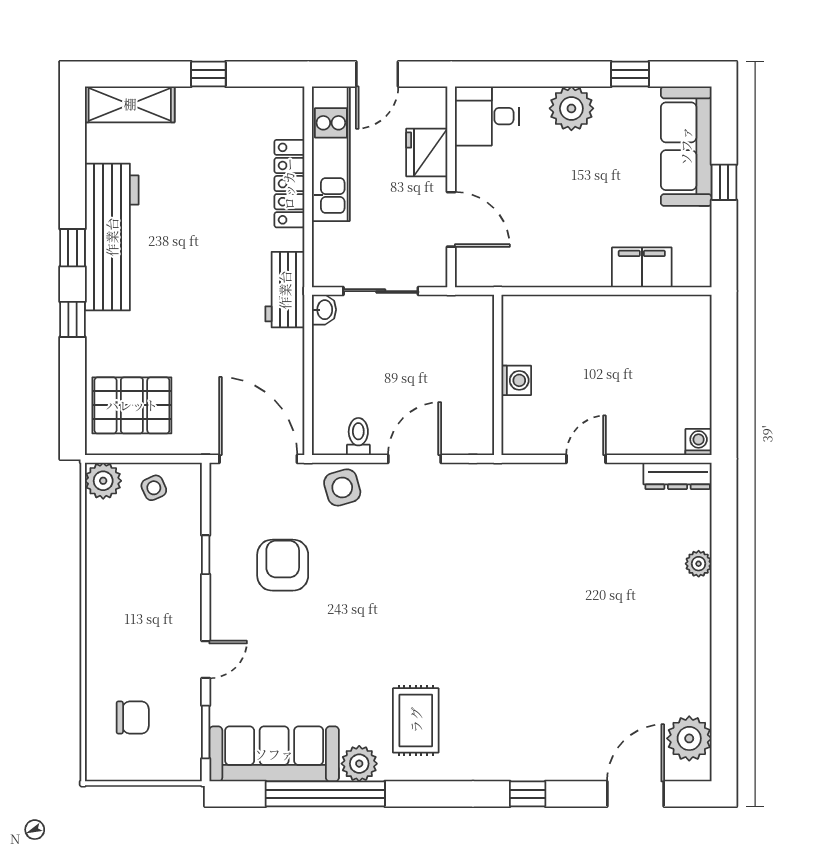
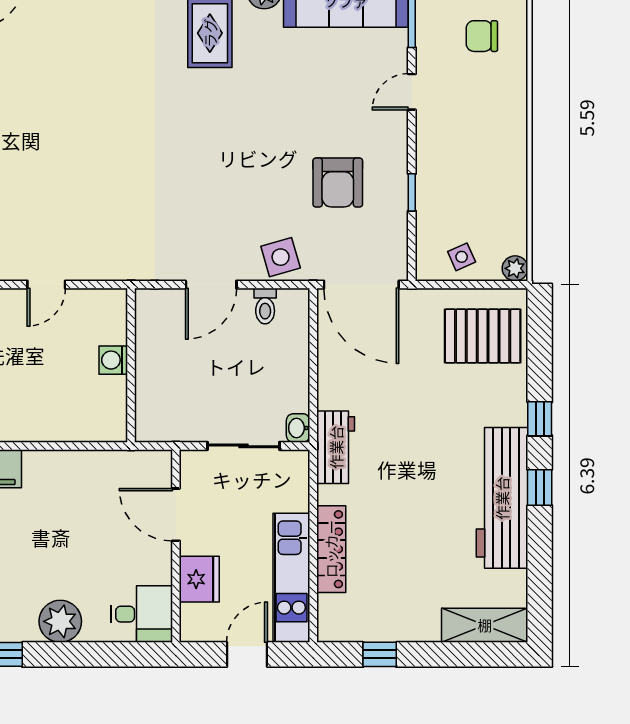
window: (208, 74) -> (380, 654), moved
plant: (103, 481) -> (515, 268), width x0.73, depth x0.73

